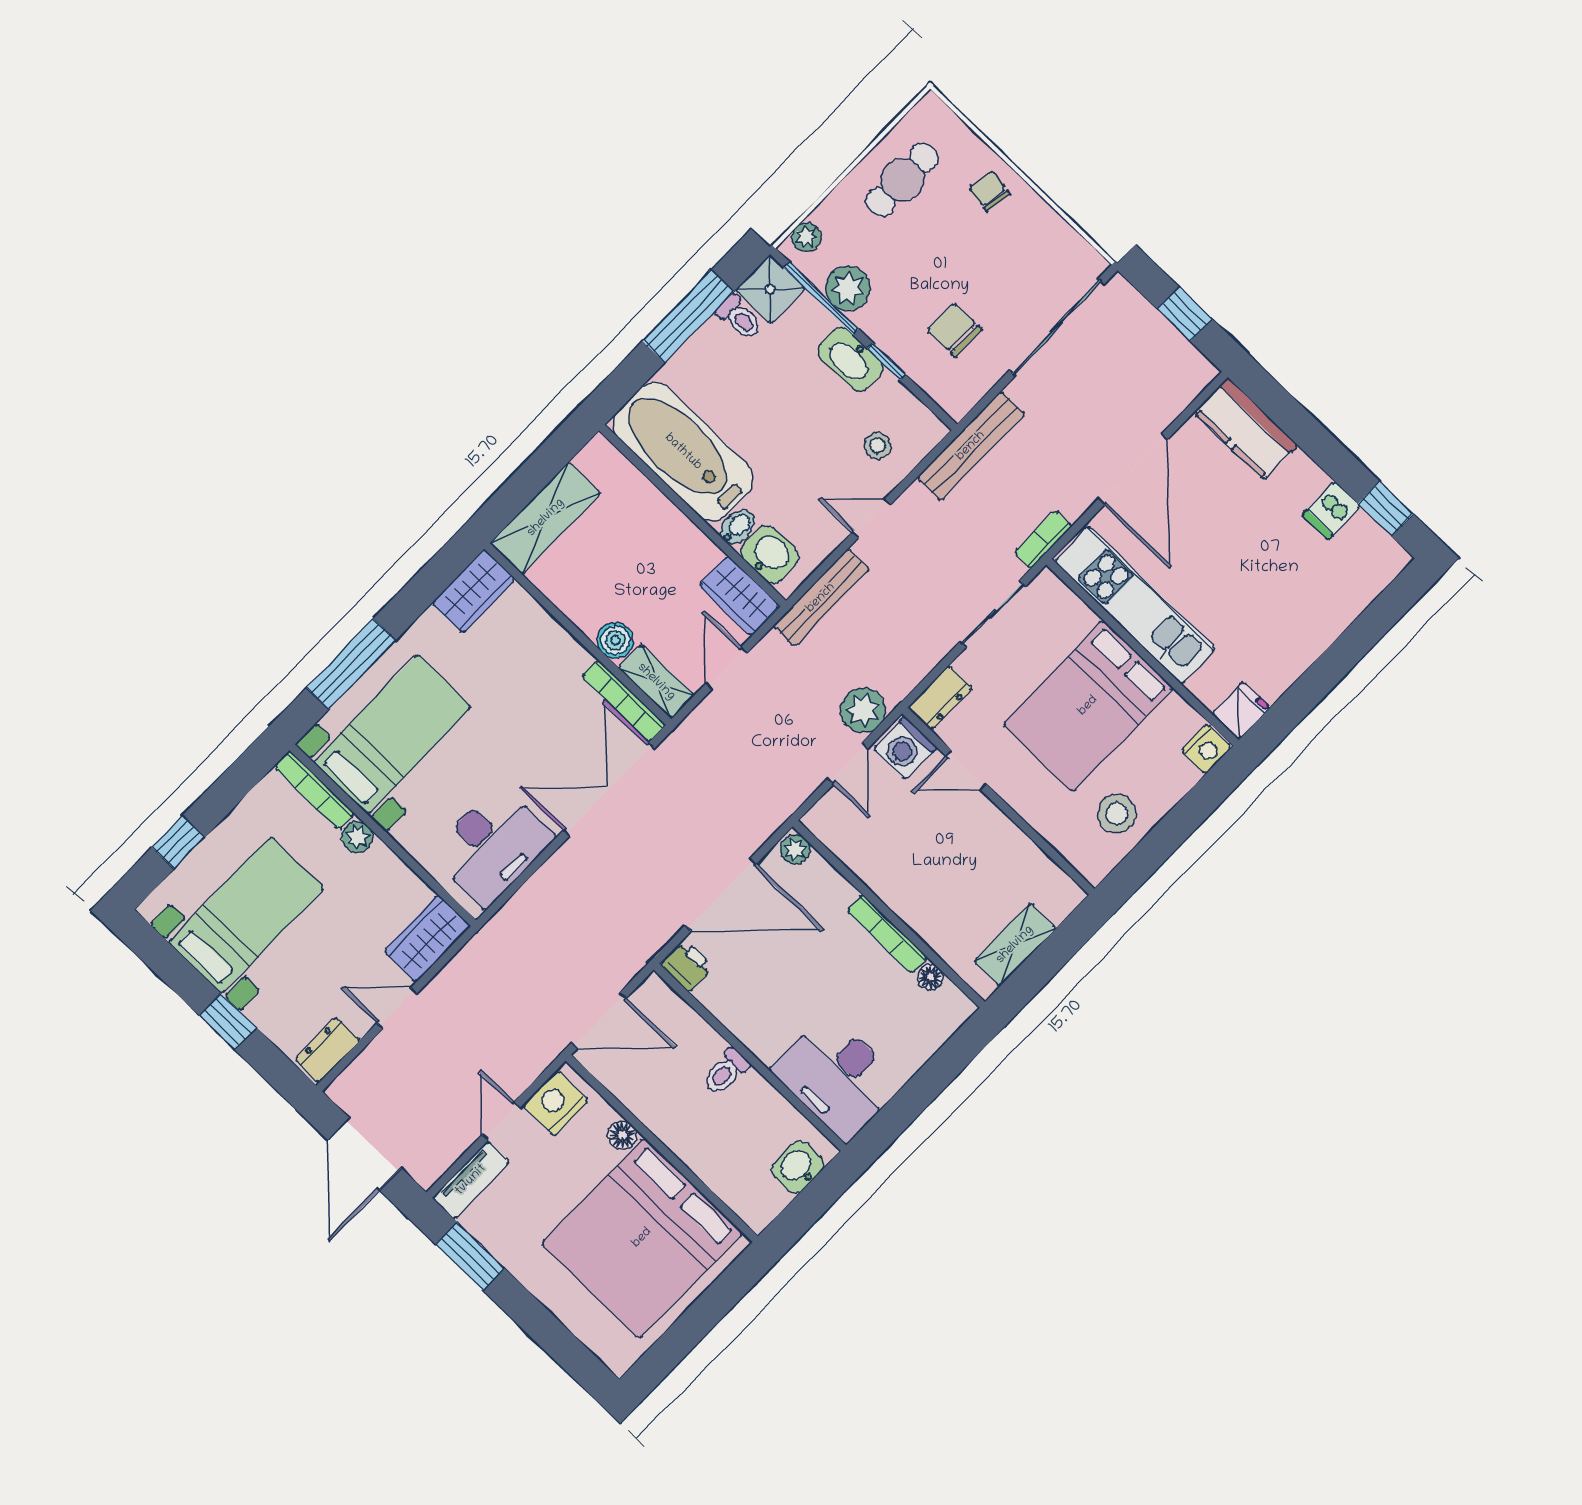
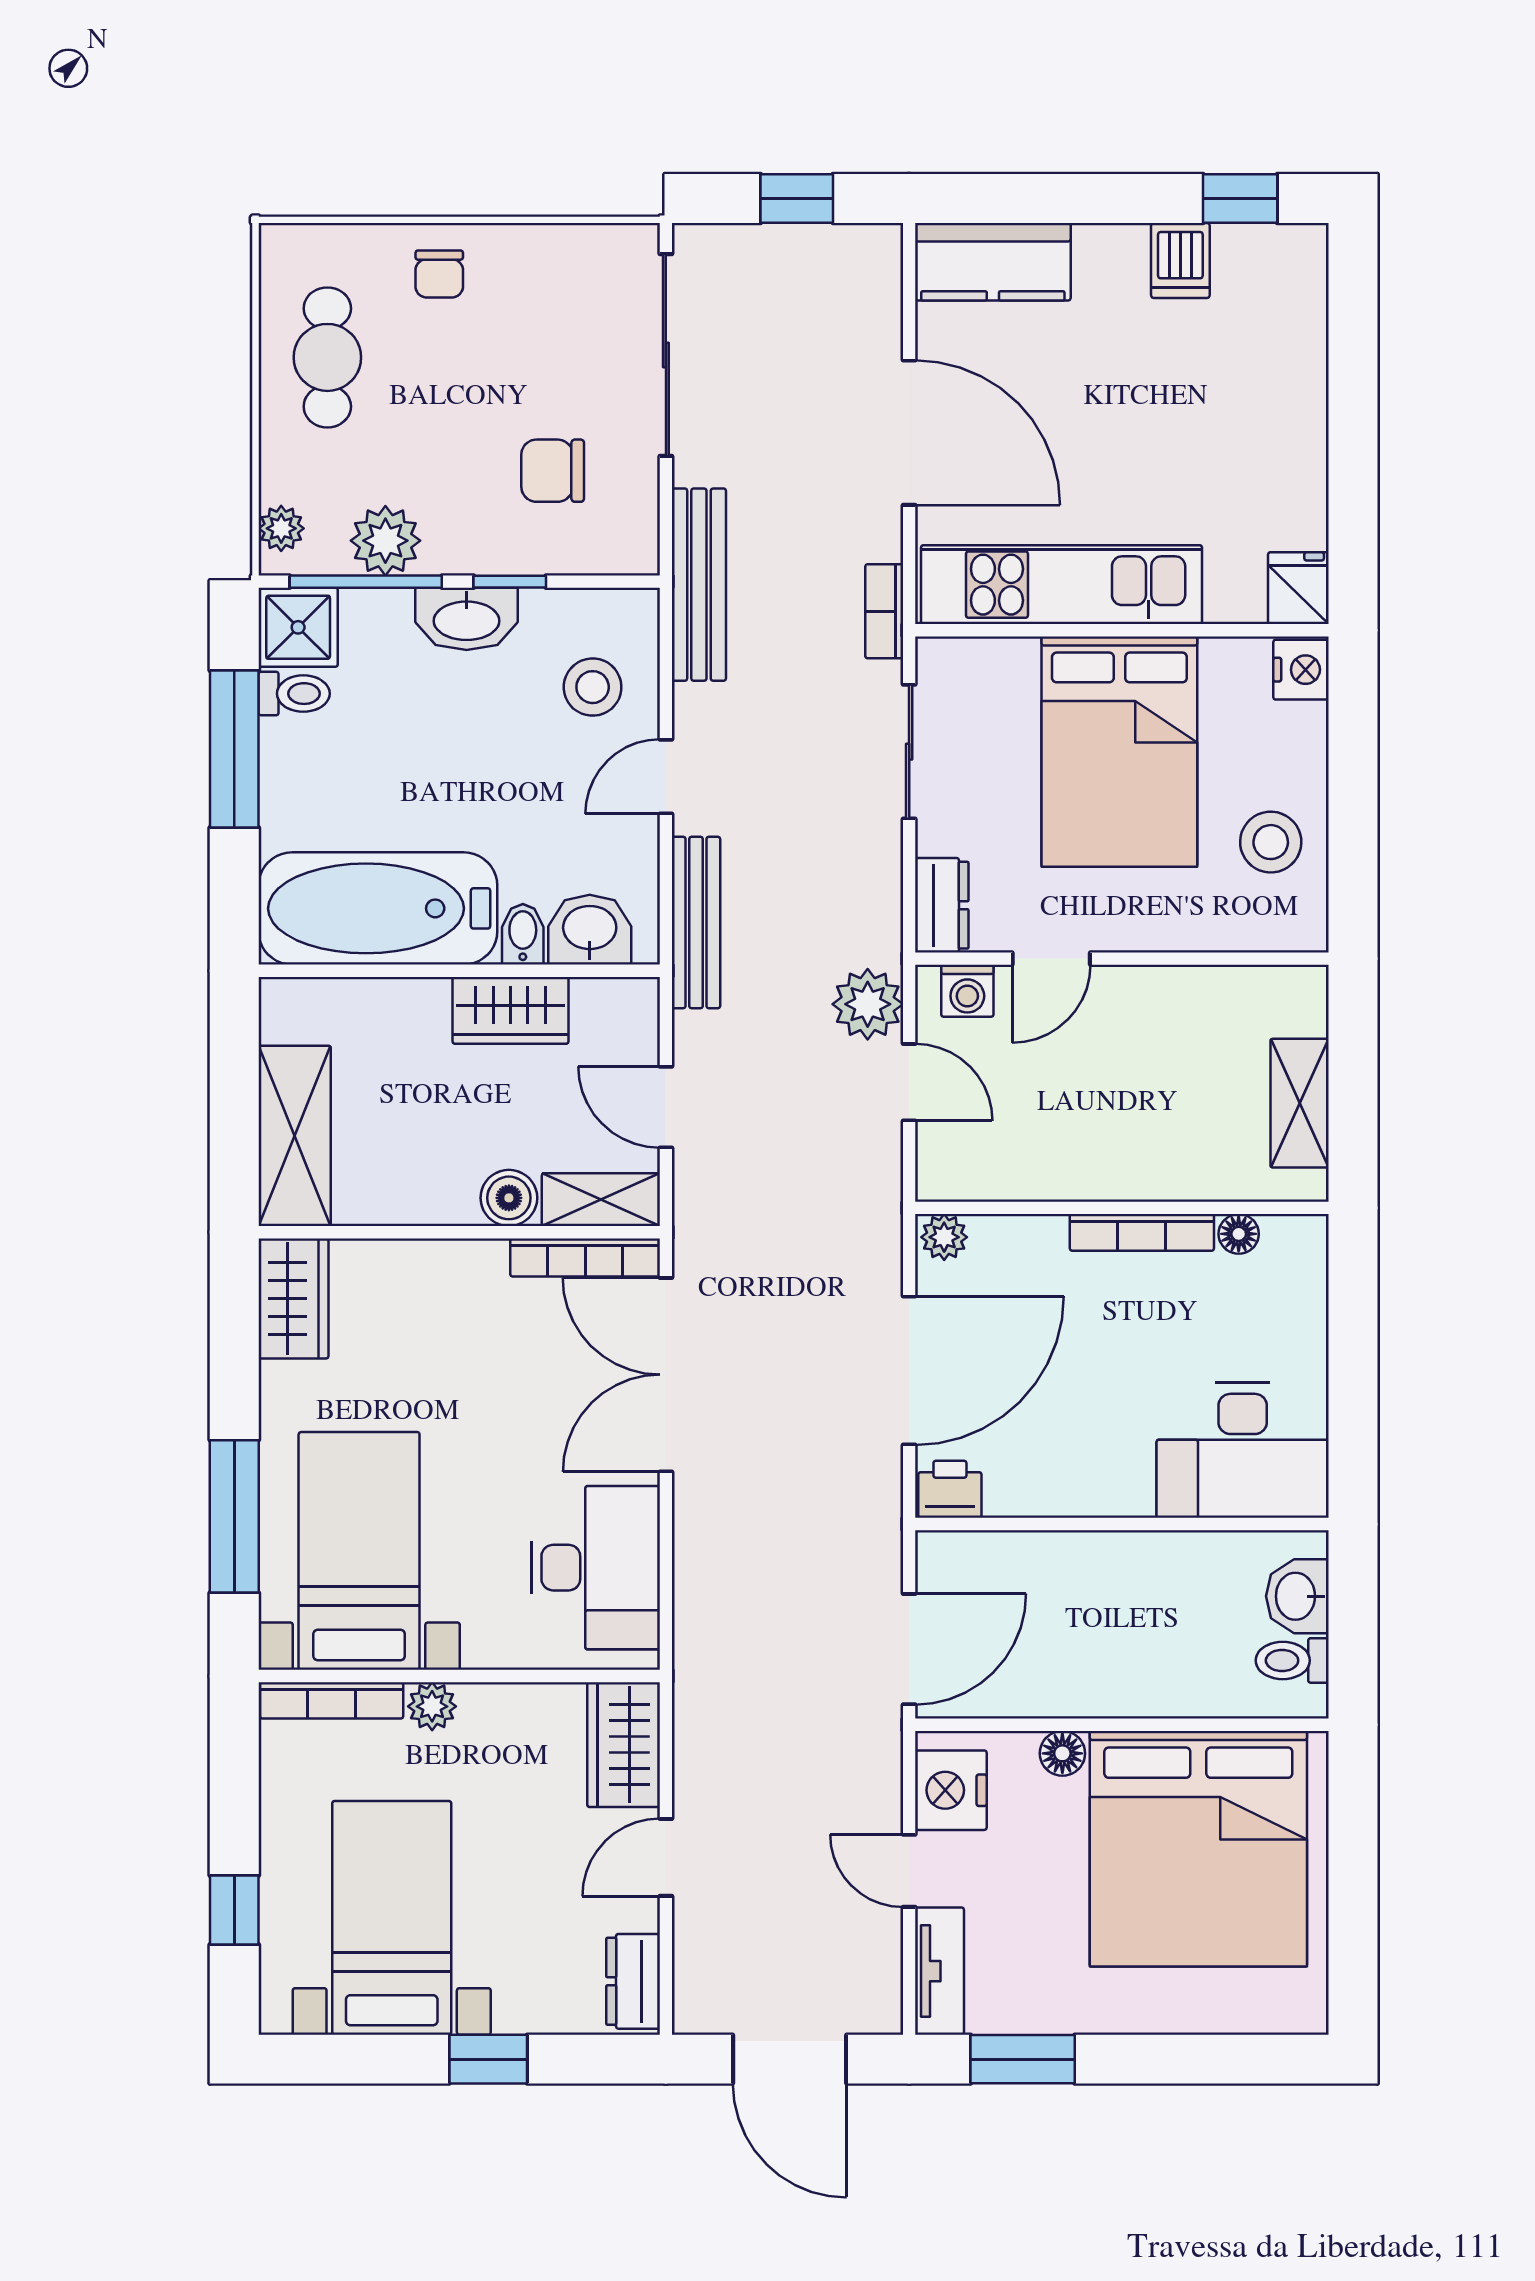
chair: (990, 191) -> (439, 274), turned -99
stool: (878, 446) -> (593, 687), width x1.37, depth x1.37
wardrobe: (739, 596) -> (511, 1010), moved
washing machine: (905, 748) -> (967, 991), width x0.73, depth x0.73
toilet: (726, 1072) -> (1292, 1660), moved, turned 90

